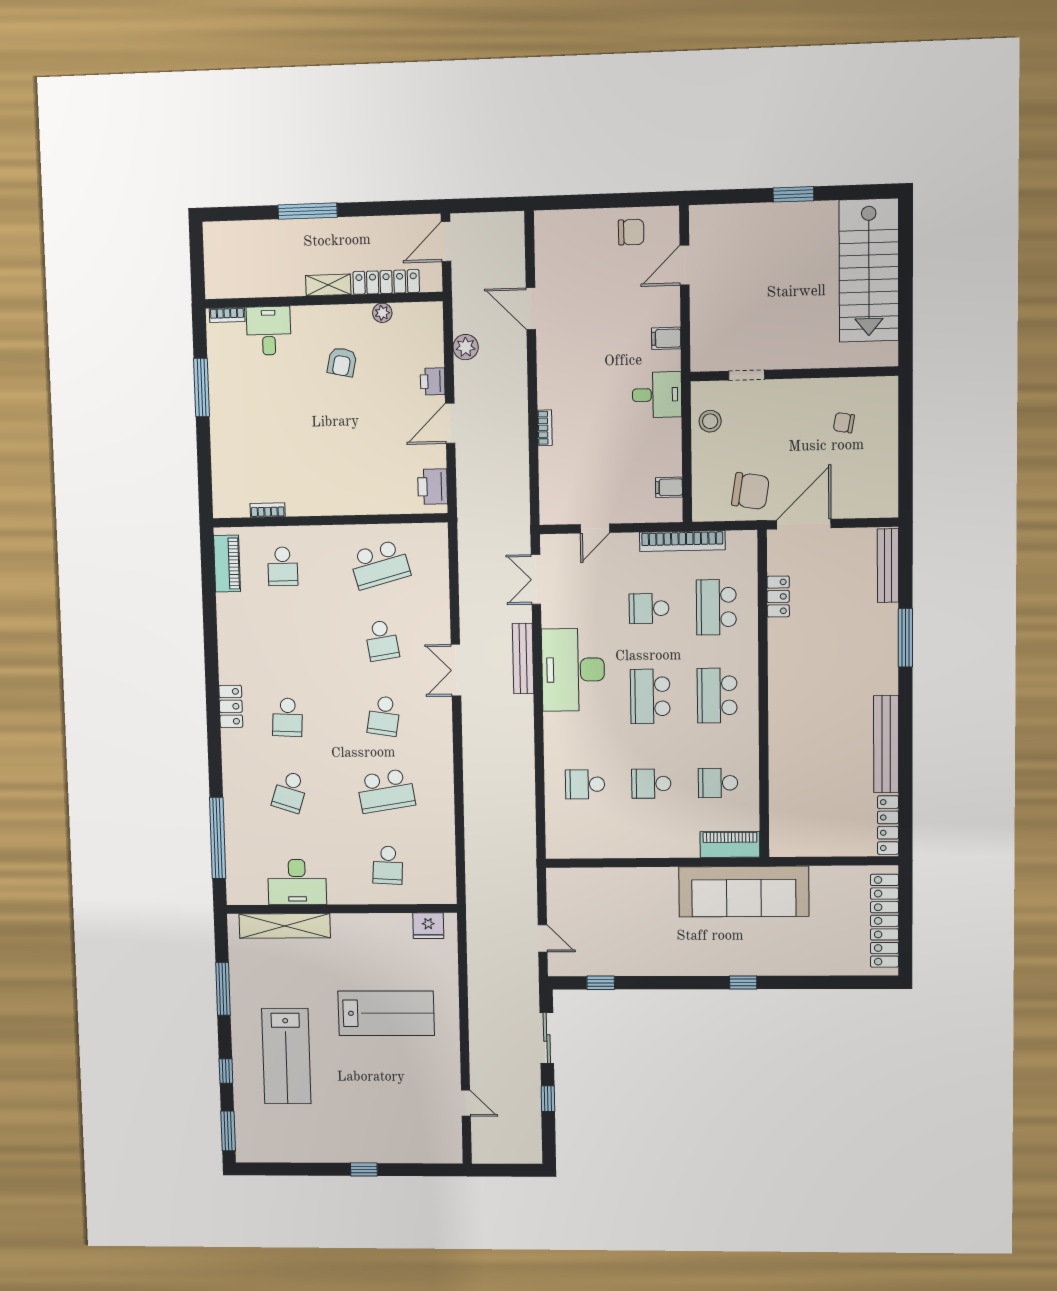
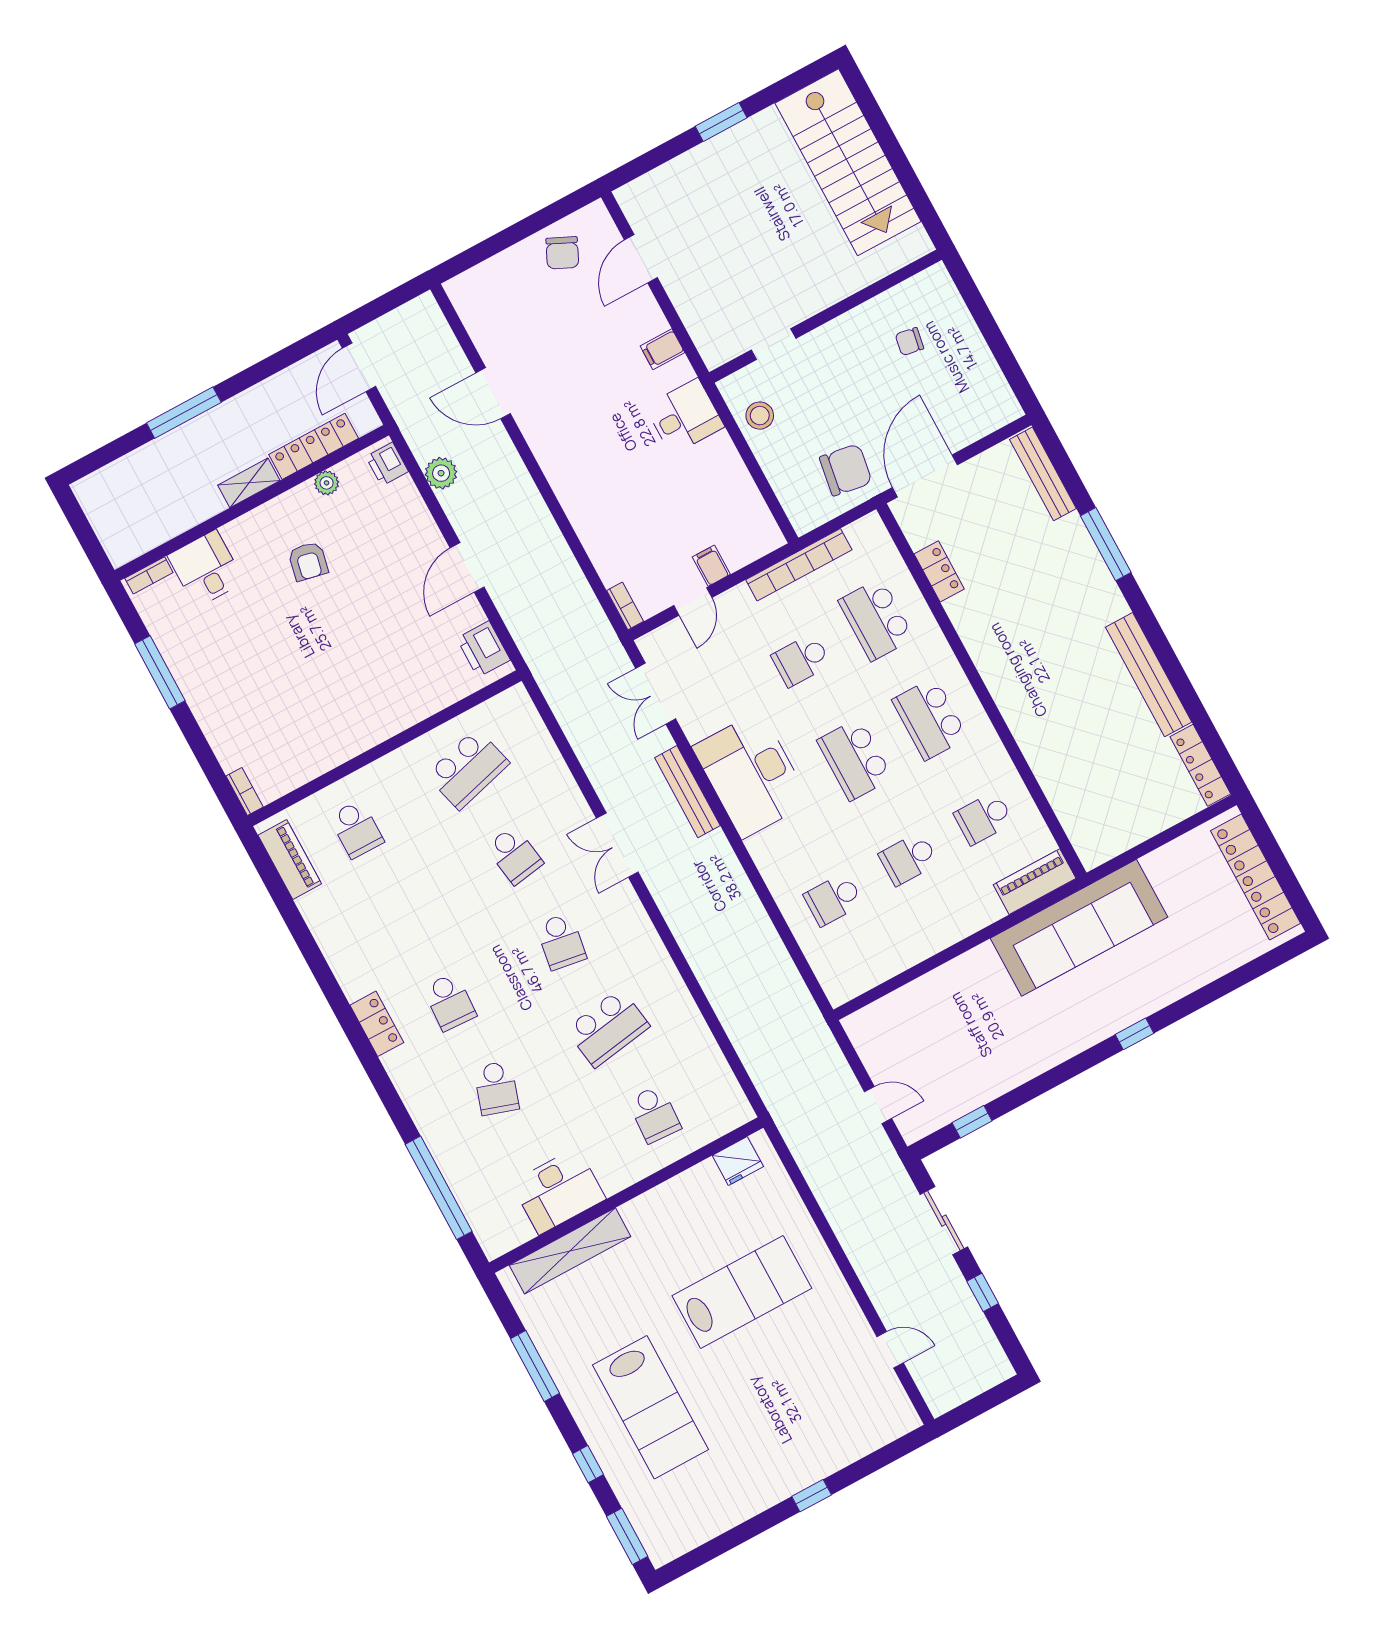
chair: (631, 232) -> (562, 253), turned 115
printer: (433, 381) -> (387, 464), moved
bookcase: (545, 428) -> (625, 606), moved
filing cabinet: (669, 487) -> (711, 566), moved, turned 90
bookcase: (268, 510) -> (245, 791), moved, turned 90

